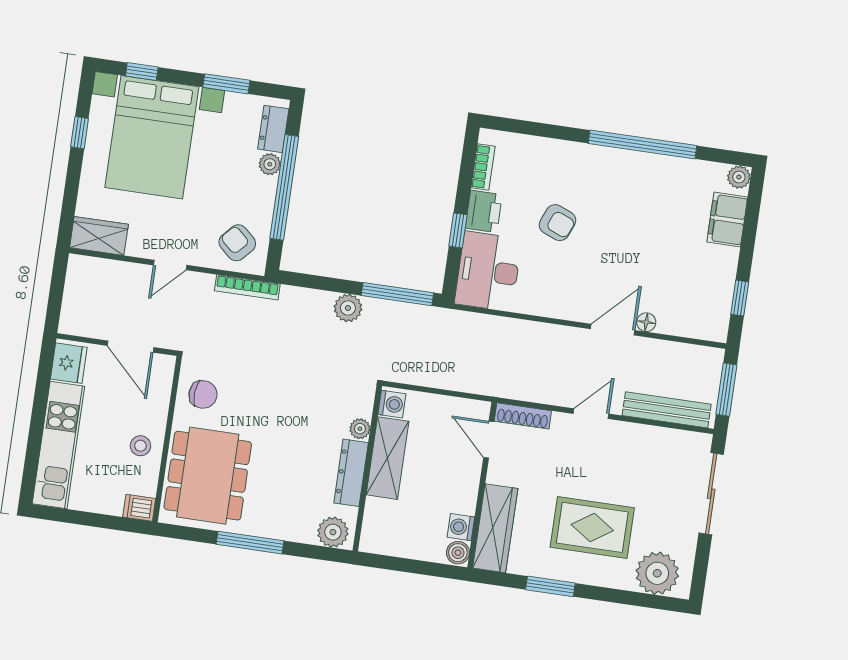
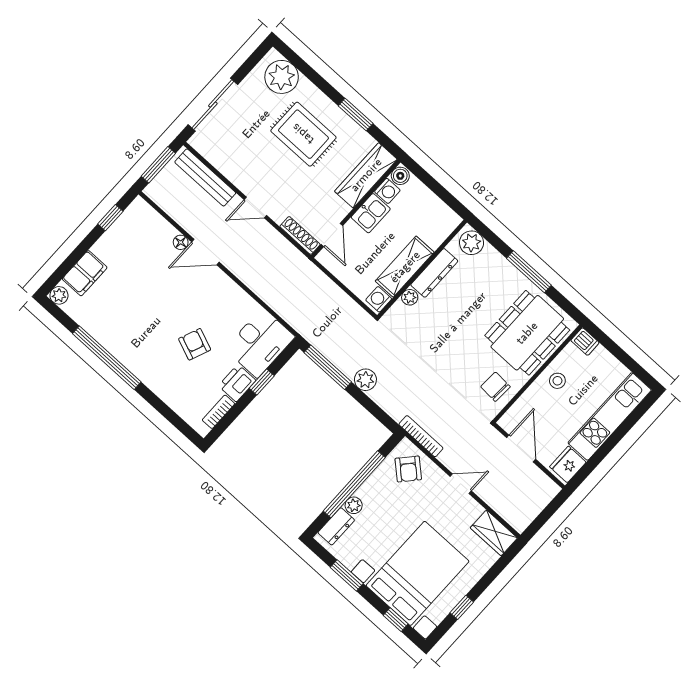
kitchen sink: (463, 491) -> (371, 213), added

